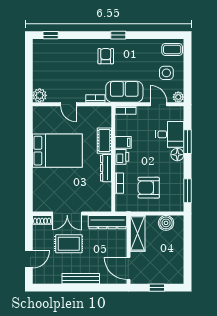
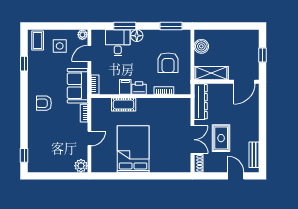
window: (118, 35) -> (24, 64), moved
dresser: (106, 168) -> (150, 103), removed
bench: (81, 279) -> (254, 155), moved, width x0.73

